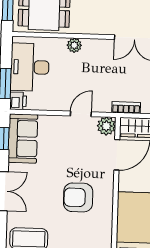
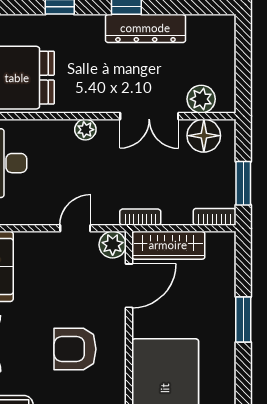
plant: (74, 45) -> (85, 130), moved

